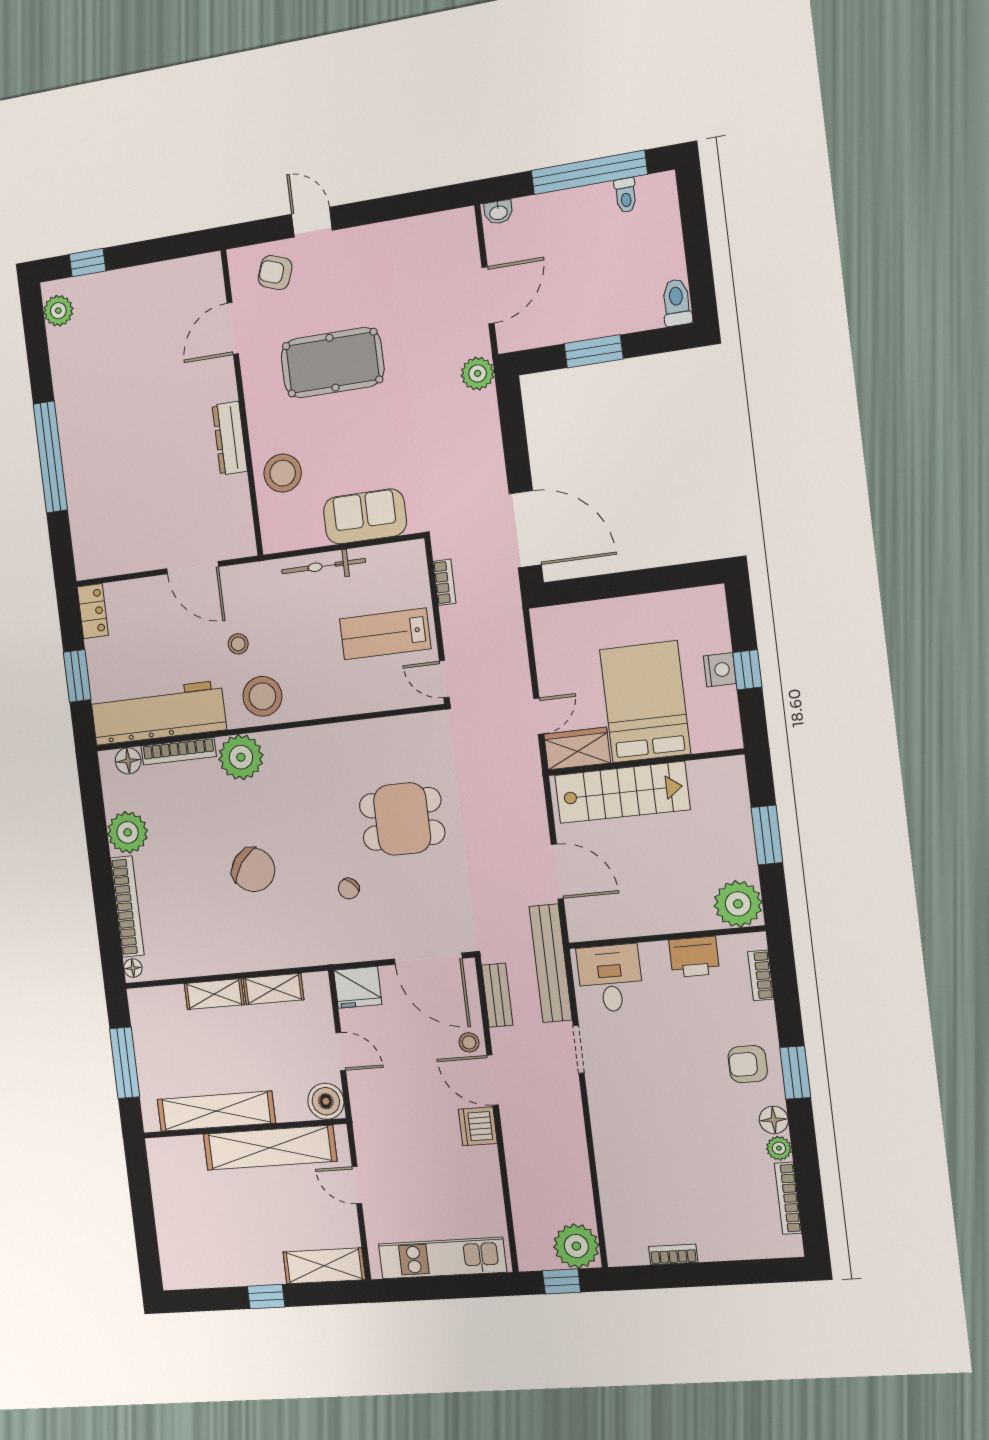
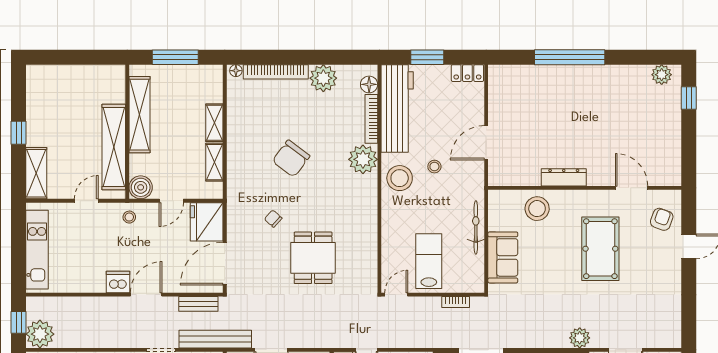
fridge: (358, 987) -> (207, 222), width x1.36, depth x1.34
stool: (469, 1042) -> (129, 217), moved

